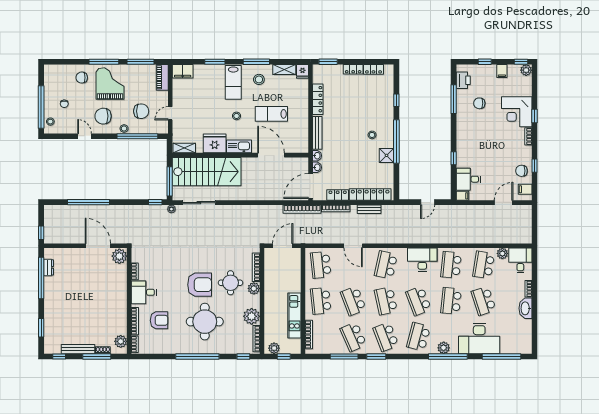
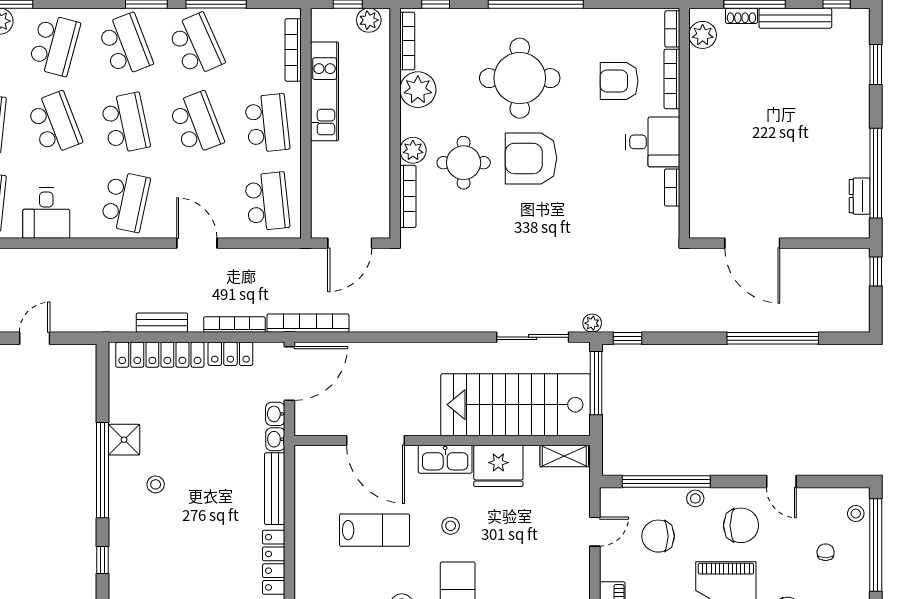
plant: (119, 256) -> (706, 220), removed
desk: (422, 260) -> (46, 213), width x0.73

